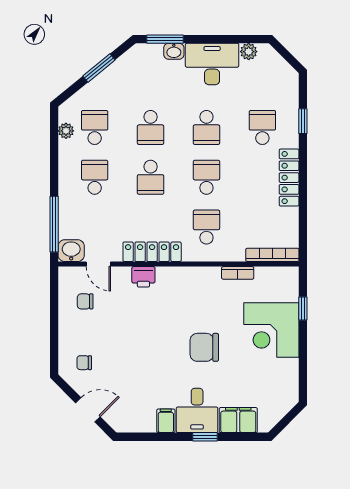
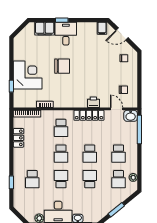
school desk: (151, 177) -> (90, 154), turned 180
locker: (289, 178) -> (19, 138), moved, width x0.66
filing cabinet: (166, 421) -> (102, 28), moved

